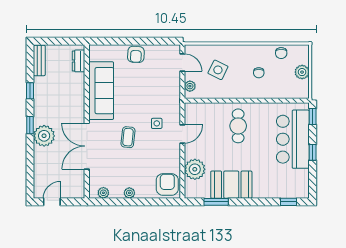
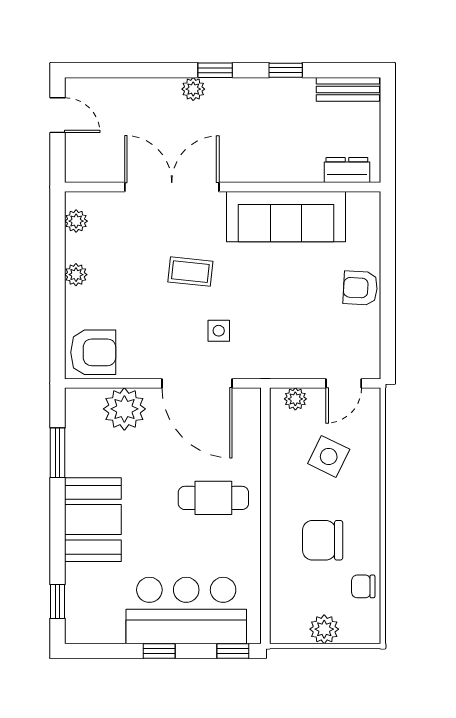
chair: (259, 73) -> (323, 540), width x1.87, depth x1.87
door: (182, 134) -> (197, 383), width x1.88
plant: (44, 136) -> (193, 89), width x0.53, depth x0.53
booth: (231, 185) -> (93, 520), moved

